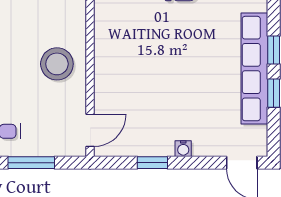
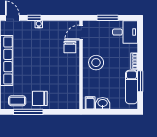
chair: (115, 98) -> (70, 47), added
window: (152, 163) -> (34, 18), moved

